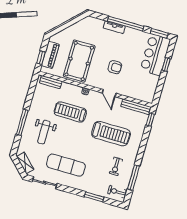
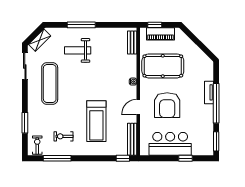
bar counter: (155, 55) -> (170, 144), moved
armchair: (115, 67) -> (167, 105), width x1.88, depth x1.88
treadmill: (70, 112) -> (107, 72), removed

